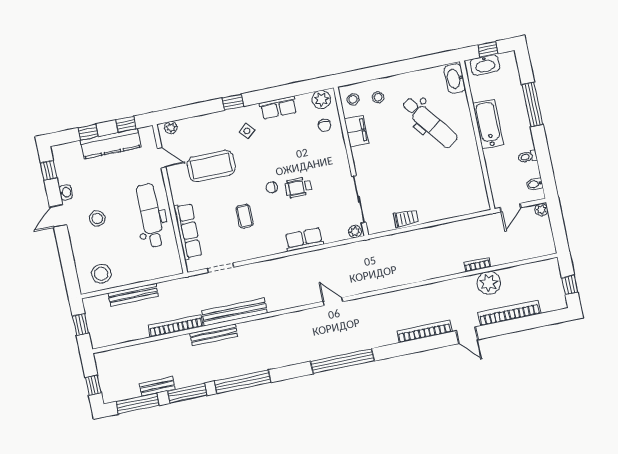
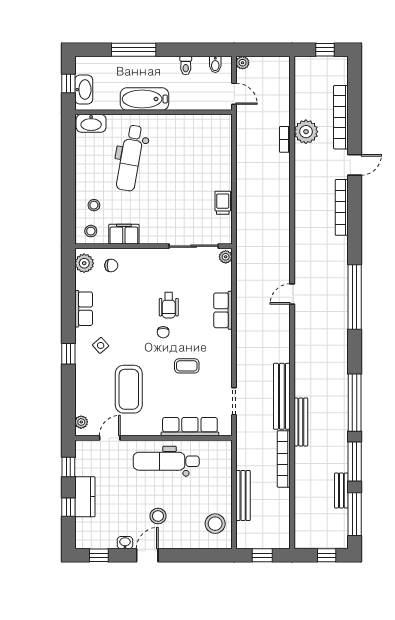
dental chair: (430, 122) -> (130, 158), turned 137
kitchen counter: (111, 144) -> (85, 497), width x0.67
door: (58, 216) -> (147, 555), swing flipped

